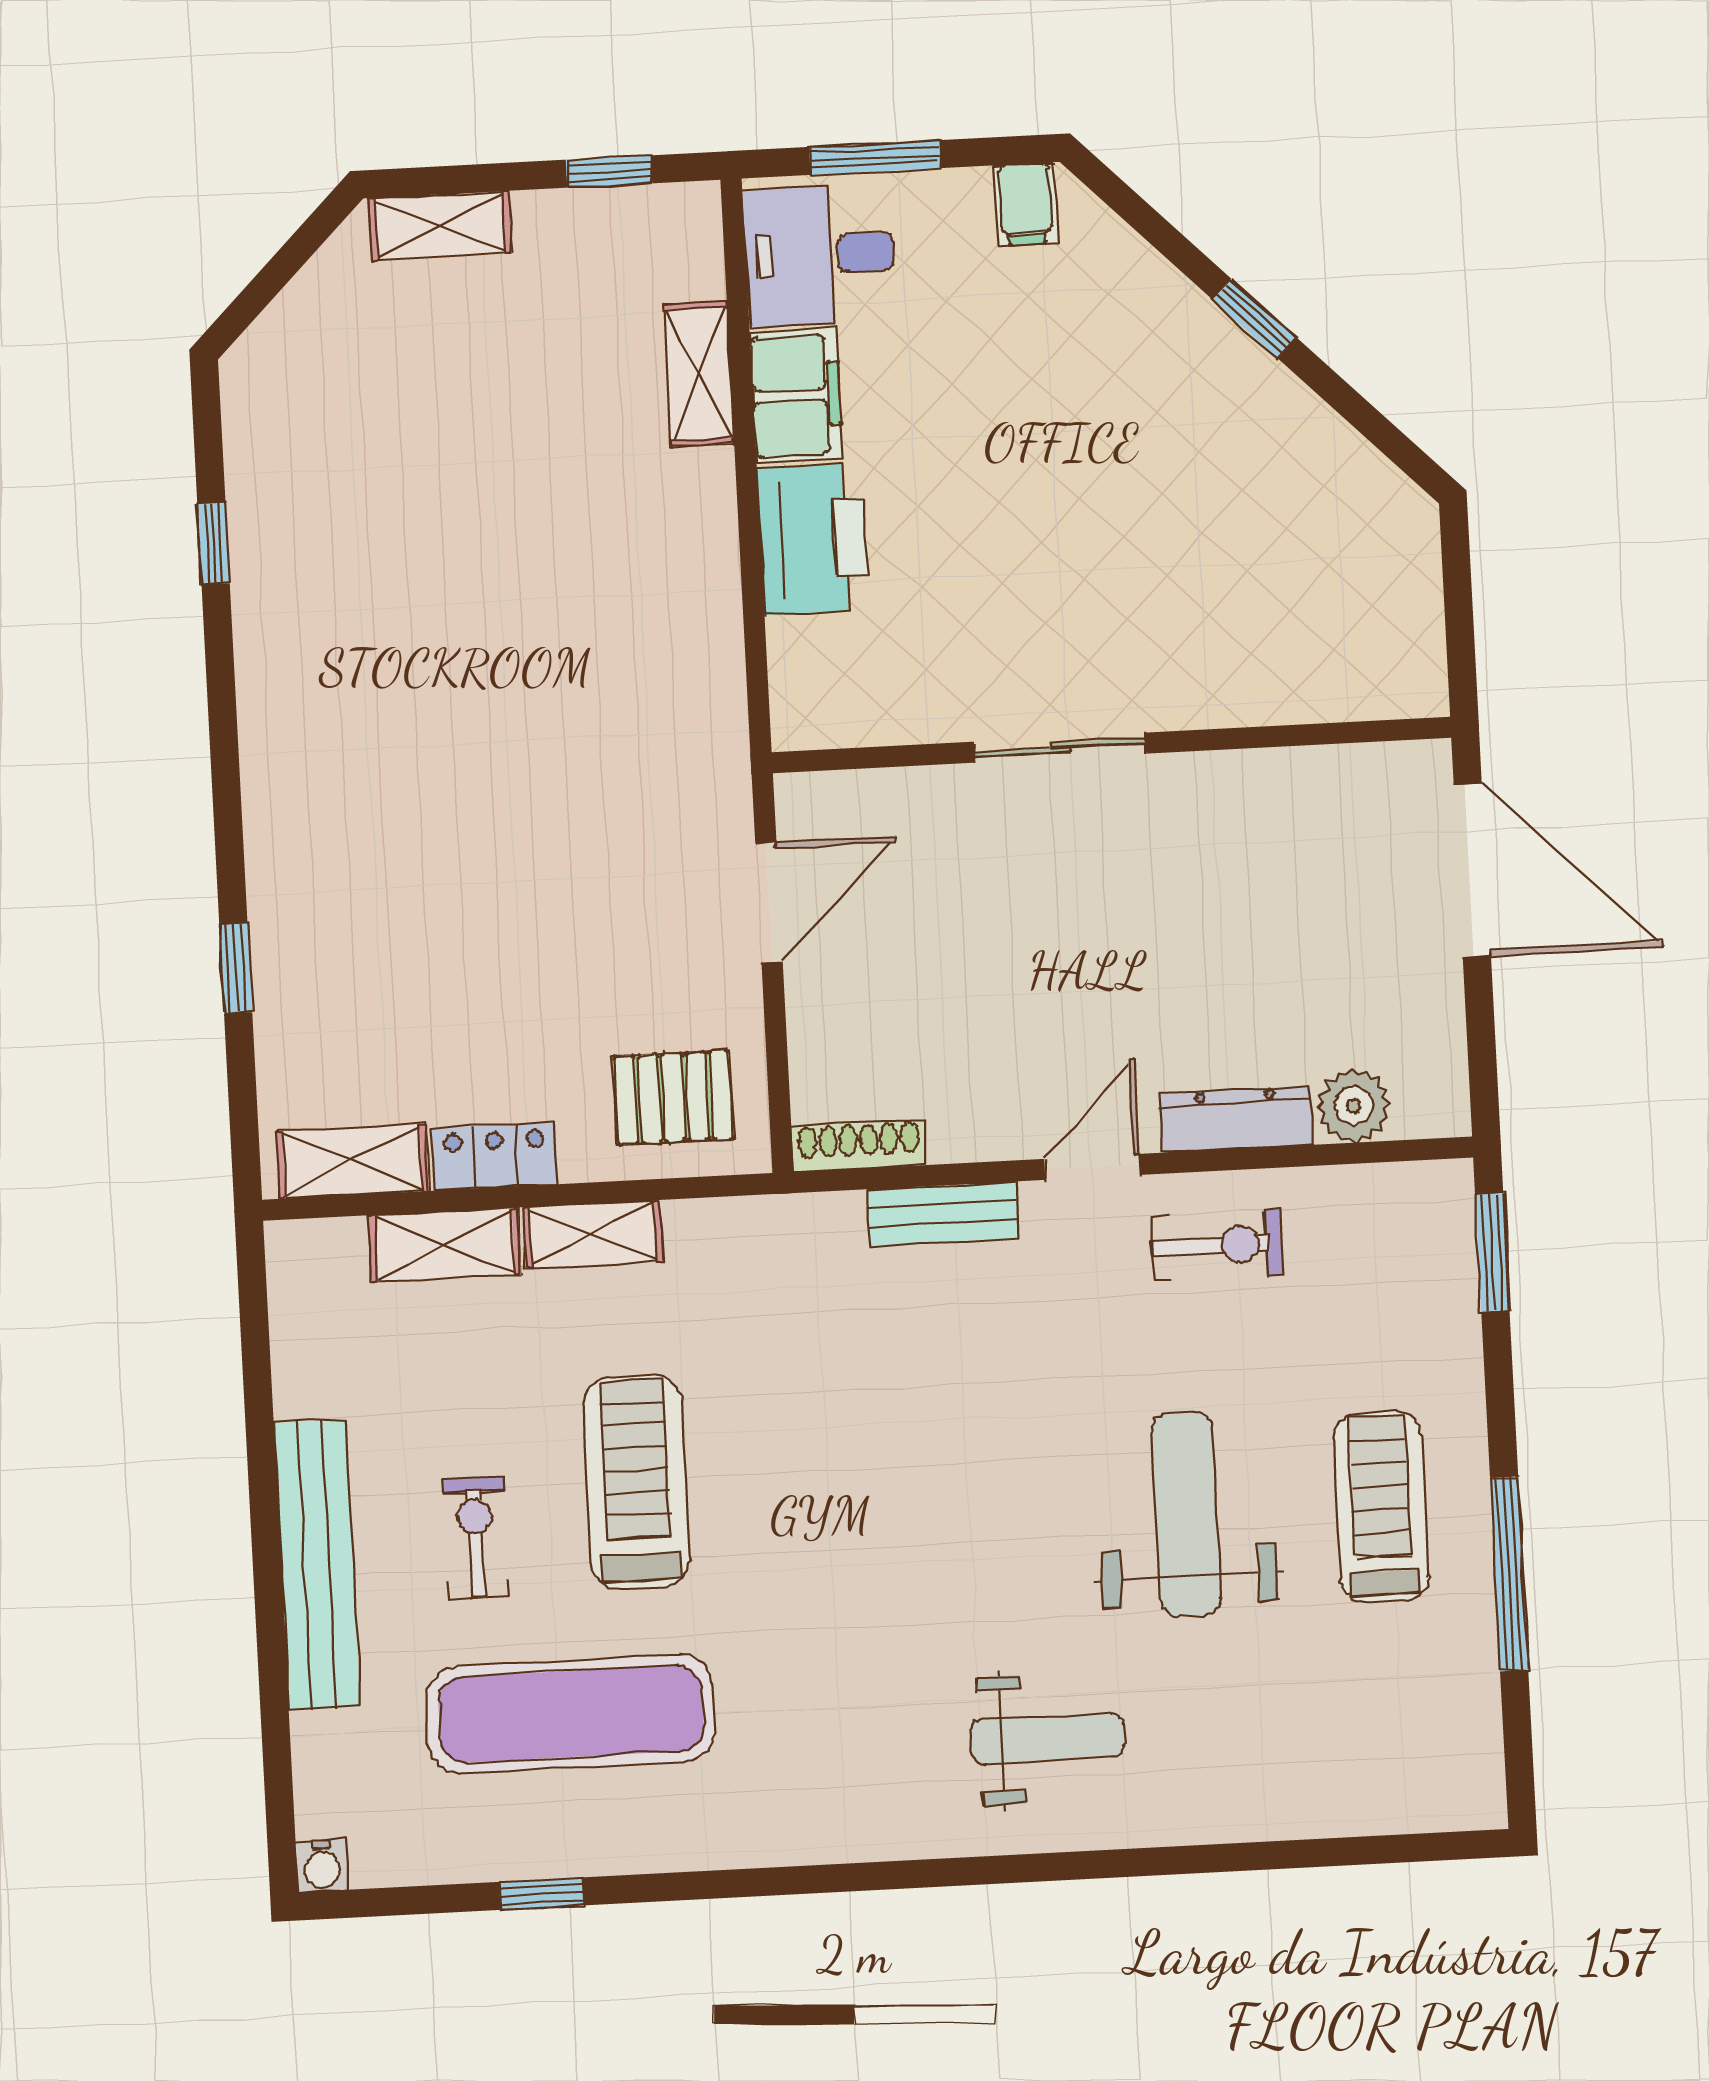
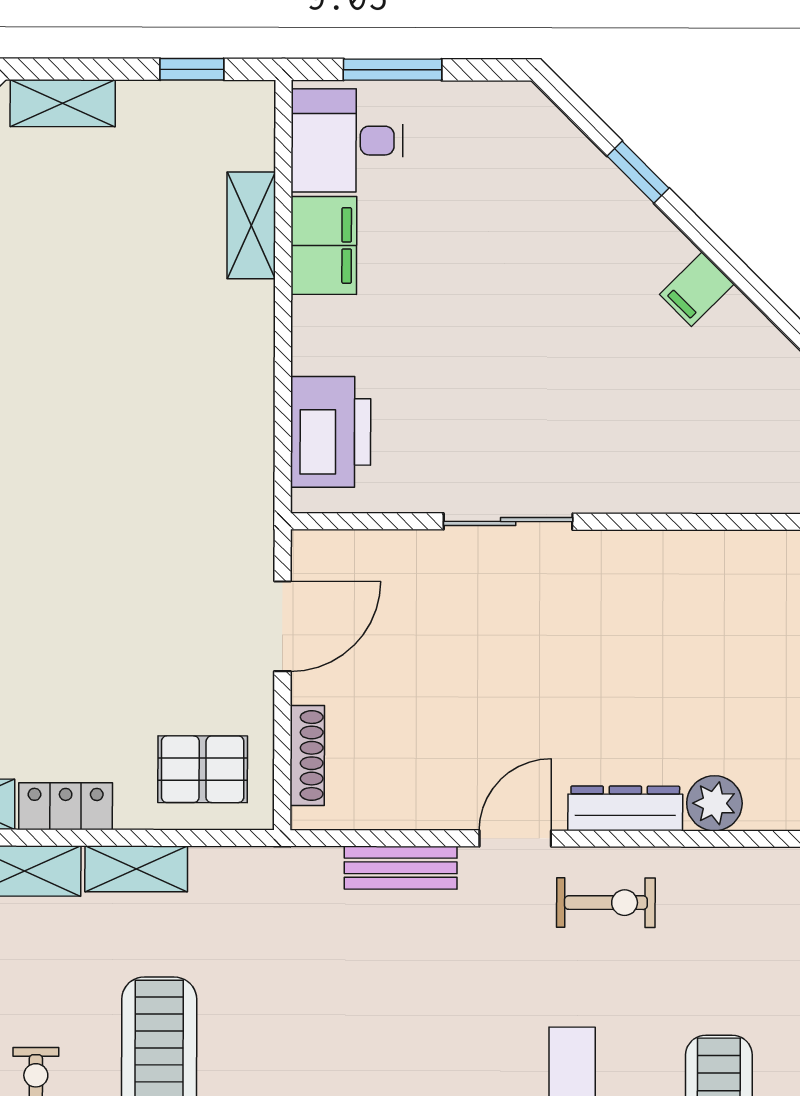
filing cabinet: (1026, 204) -> (697, 289), moved, turned 45
window: (1255, 319) -> (638, 172), moved
printer: (813, 539) -> (331, 432), moved
shoe rack: (859, 1146) -> (307, 756), moved, turned 90

